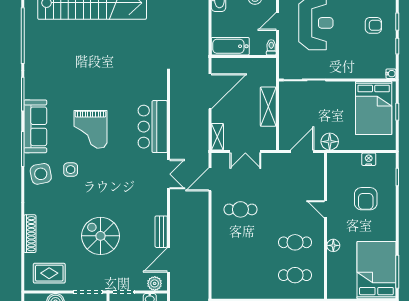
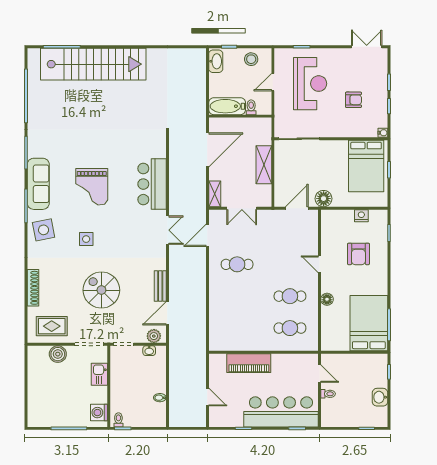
armchair: (373, 25) -> (354, 100), moved
toilet: (271, 47) -> (251, 107), moved
side table: (71, 170) -> (86, 239), moved

